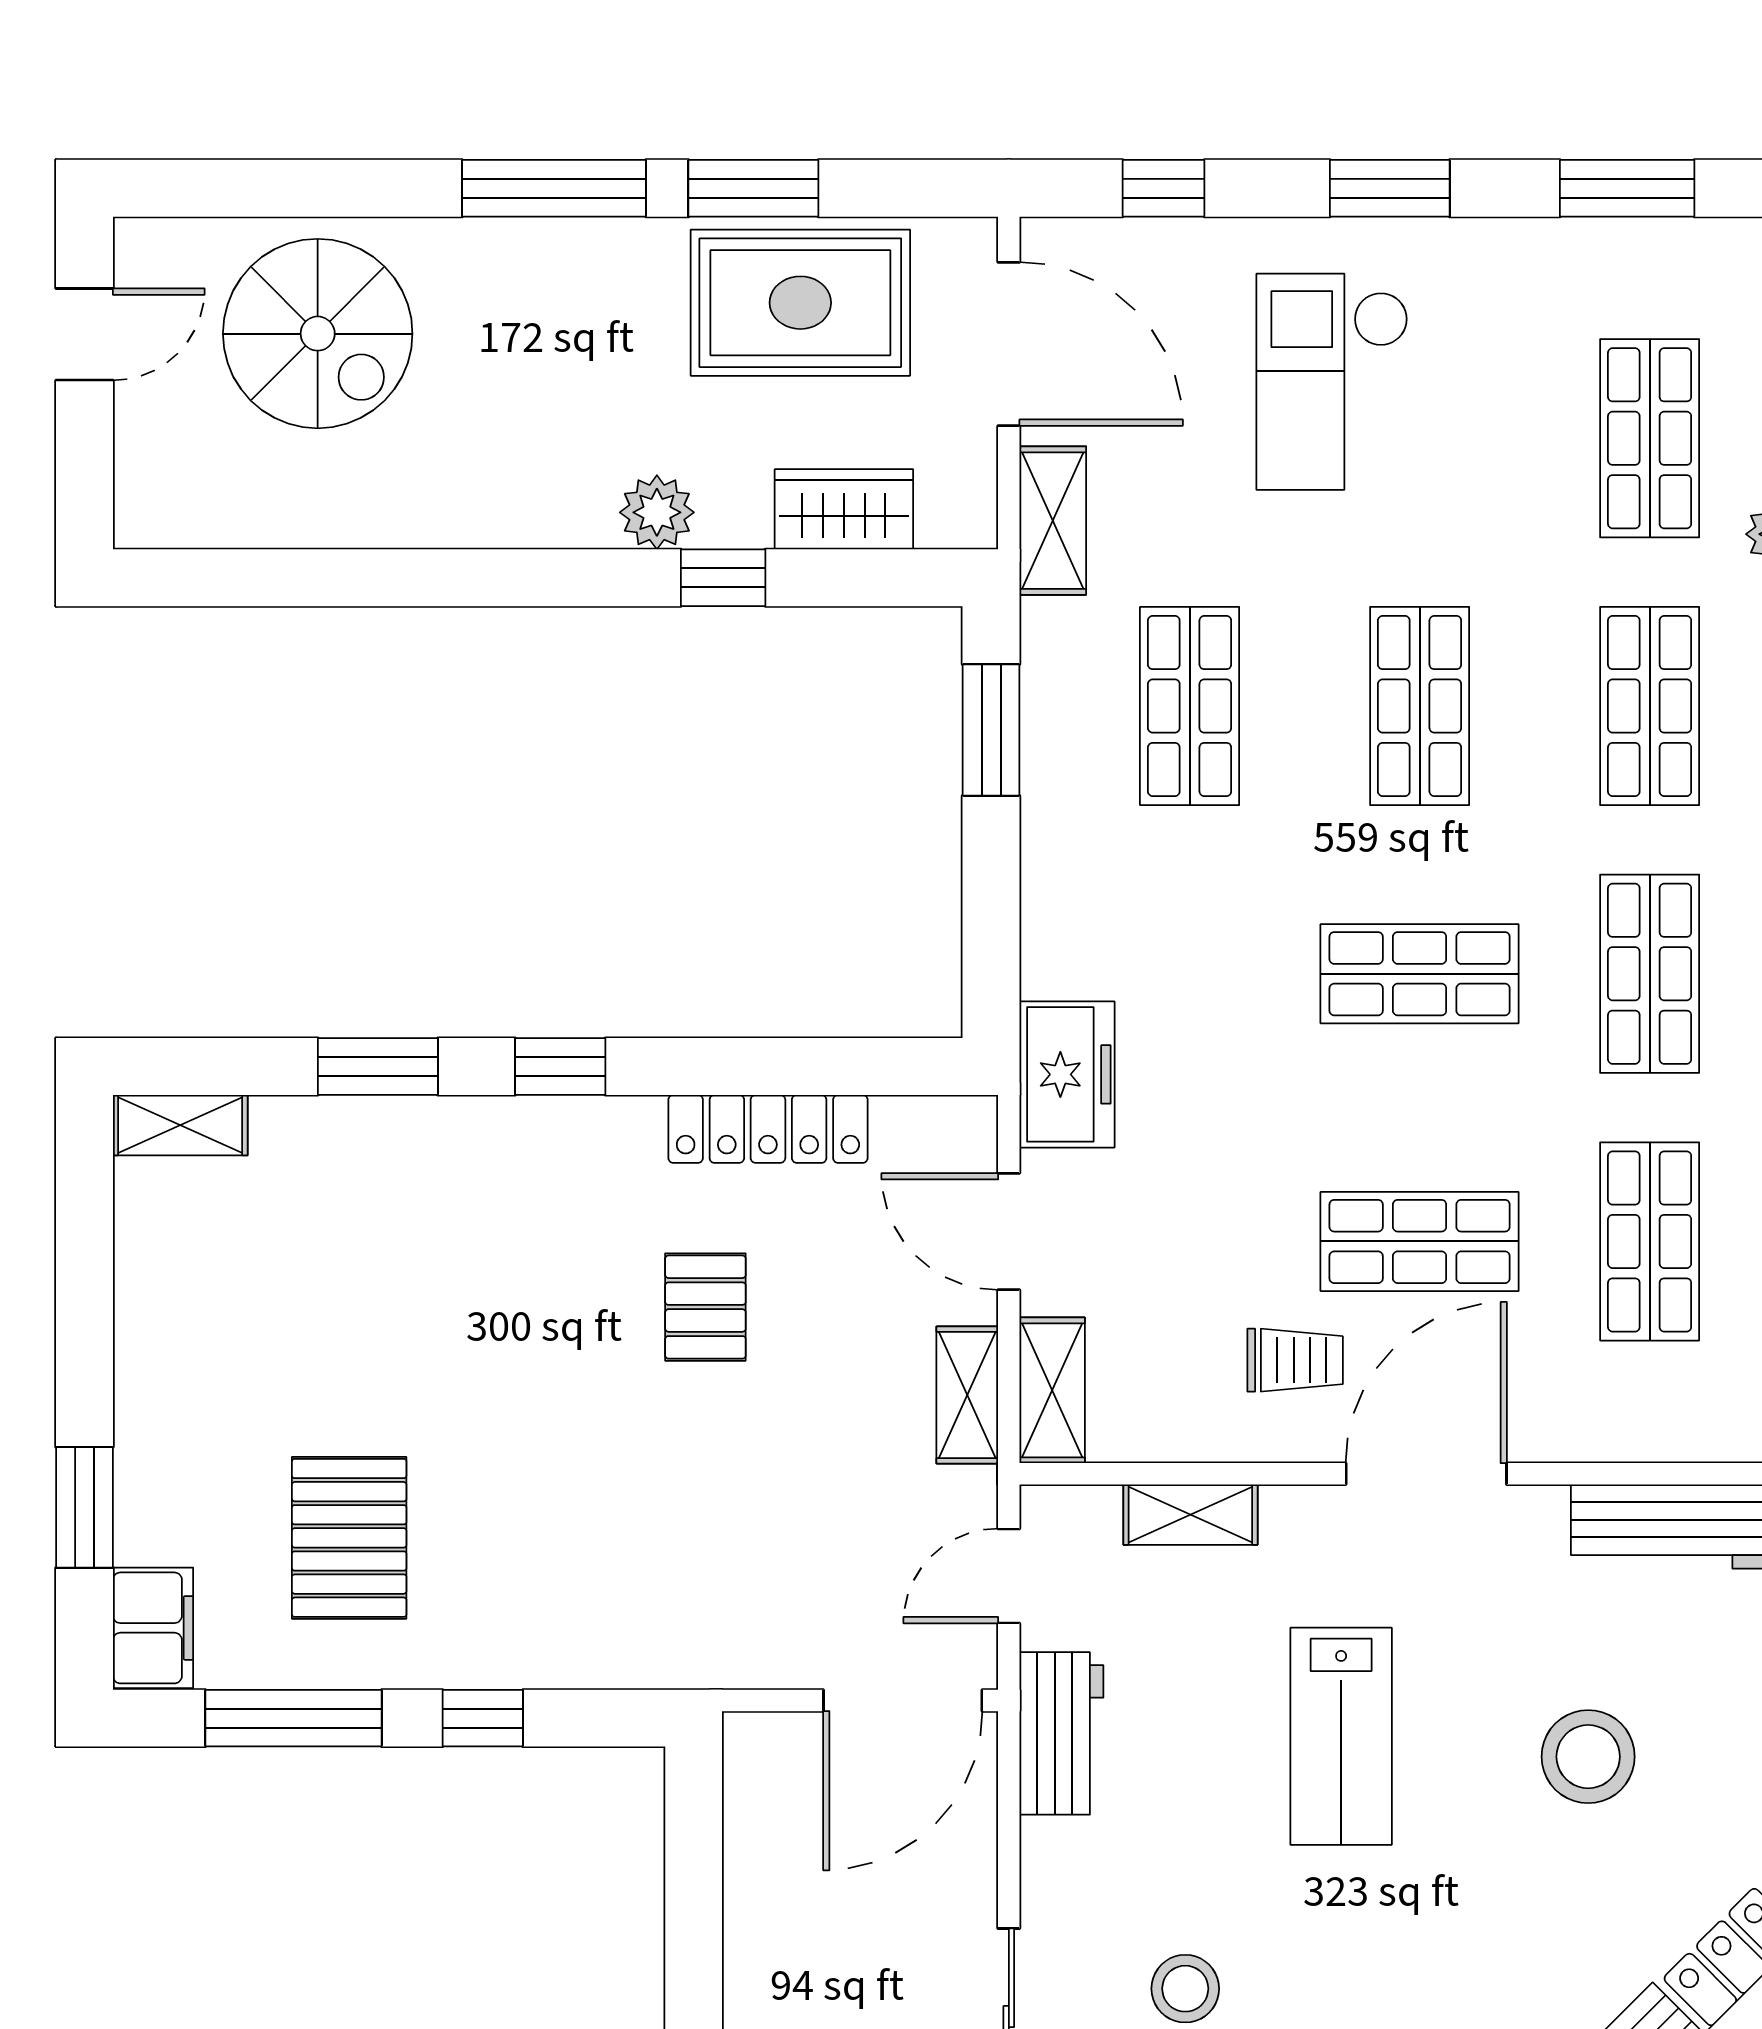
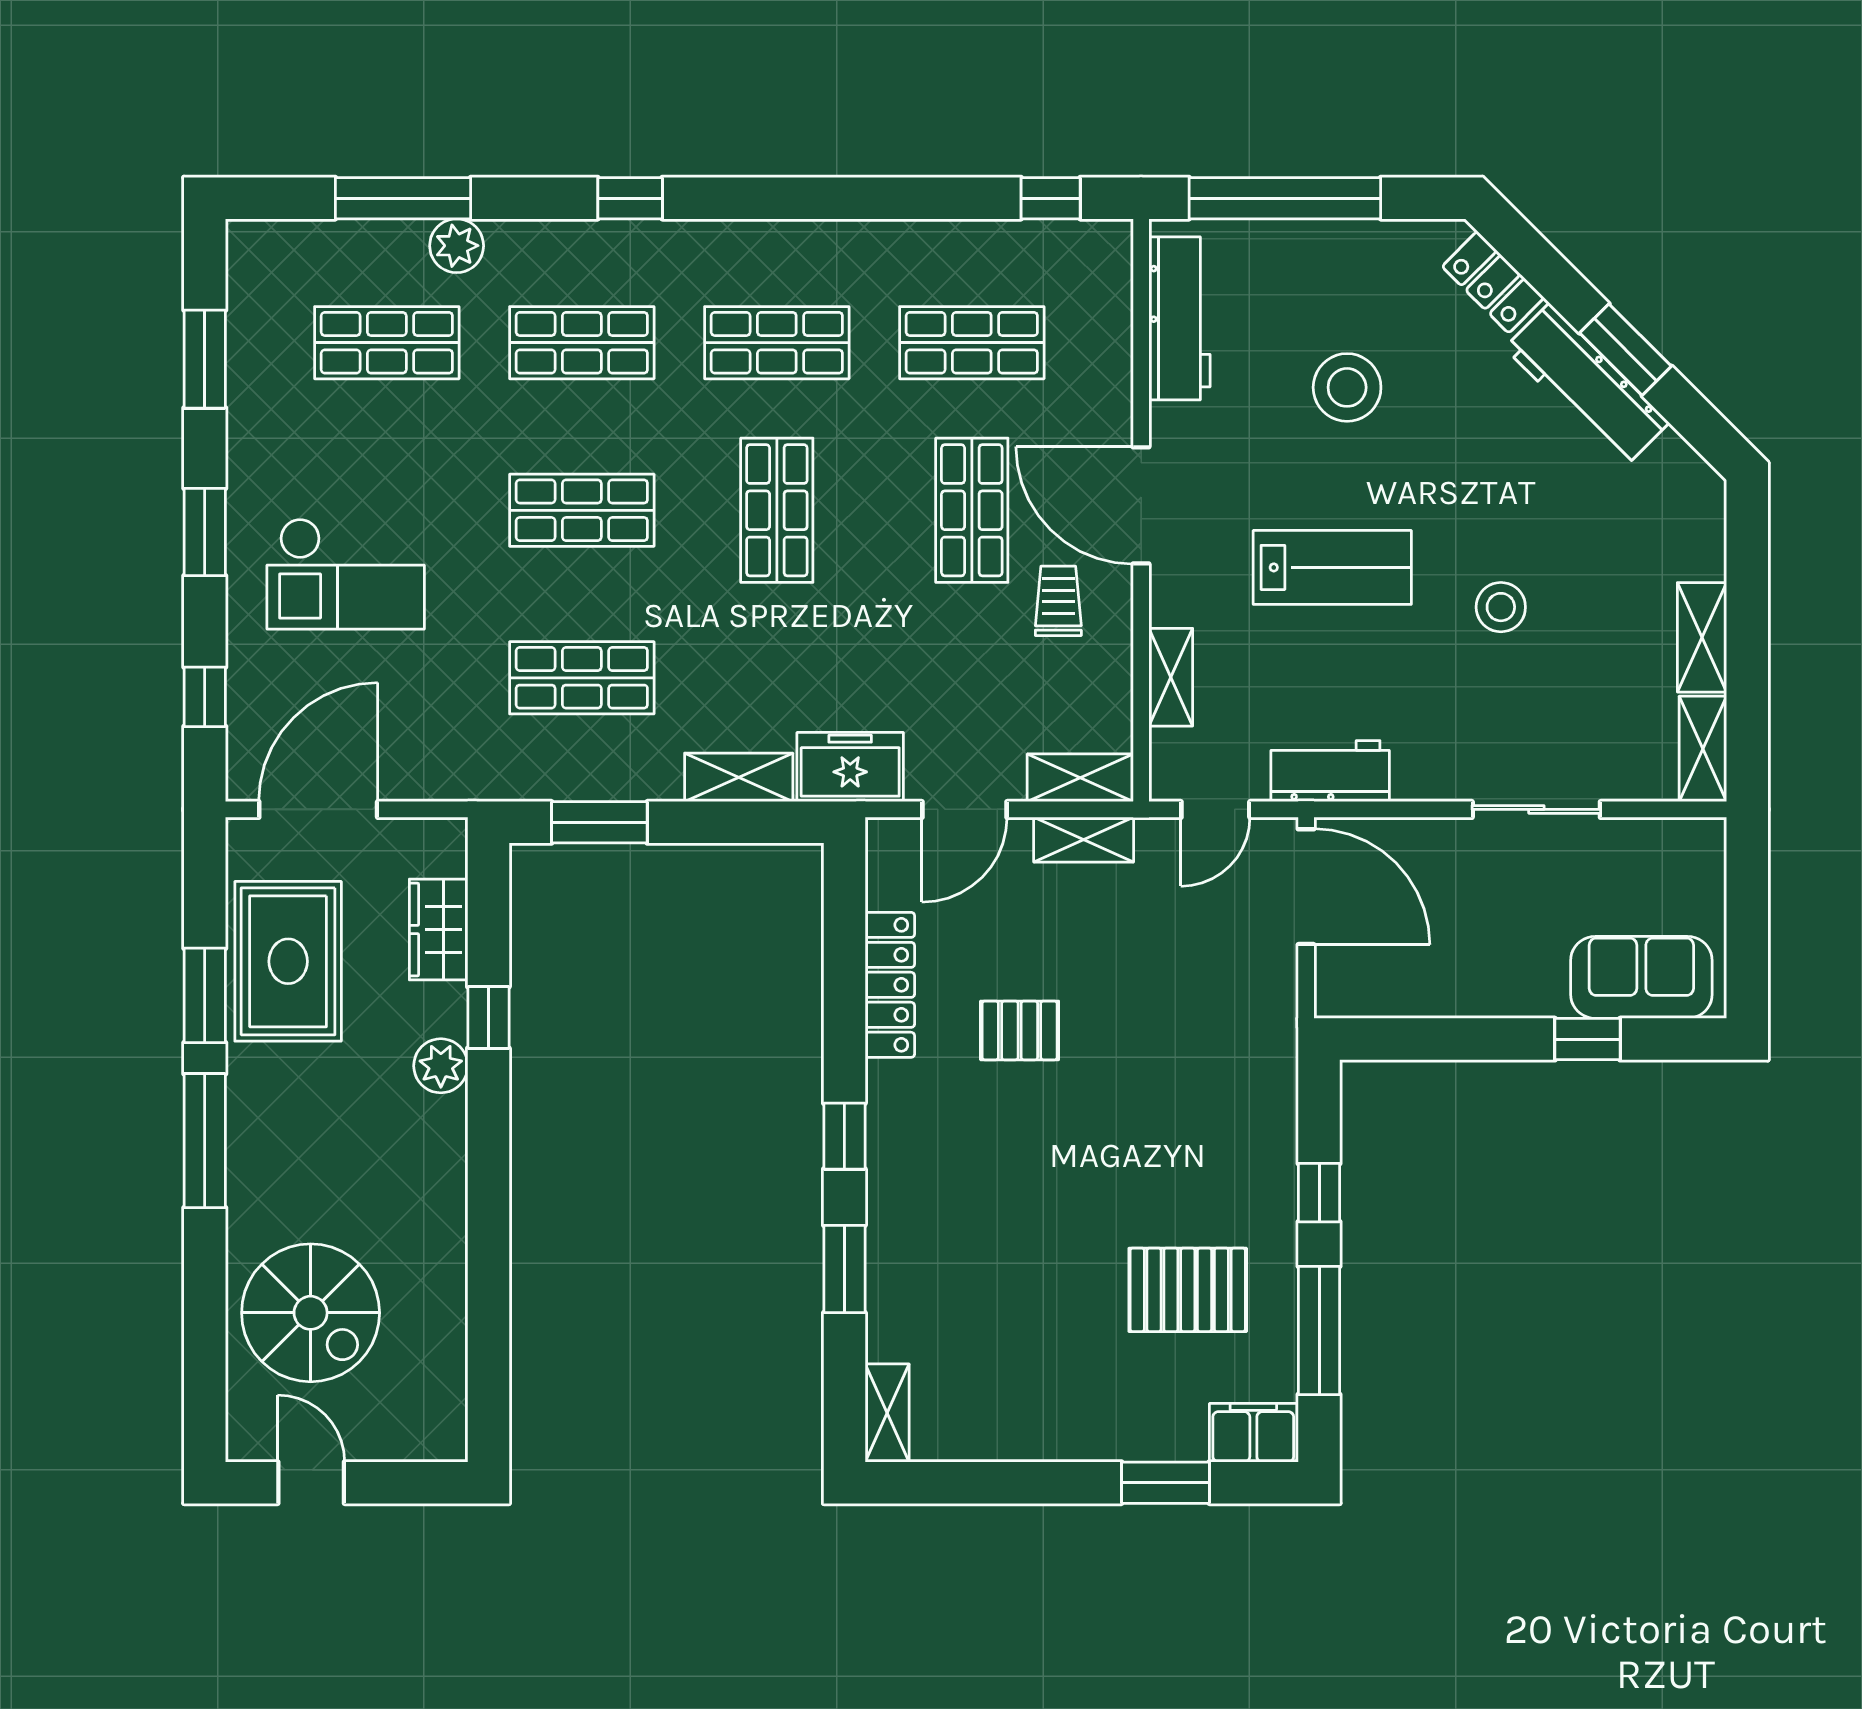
spiral stairs: (318, 334) -> (311, 1313), turned 90
shelving: (1053, 521) -> (739, 777), moved
door: (1009, 1576) -> (1215, 809), hinge flipped
stool: (1185, 1989) -> (1501, 607), moved

